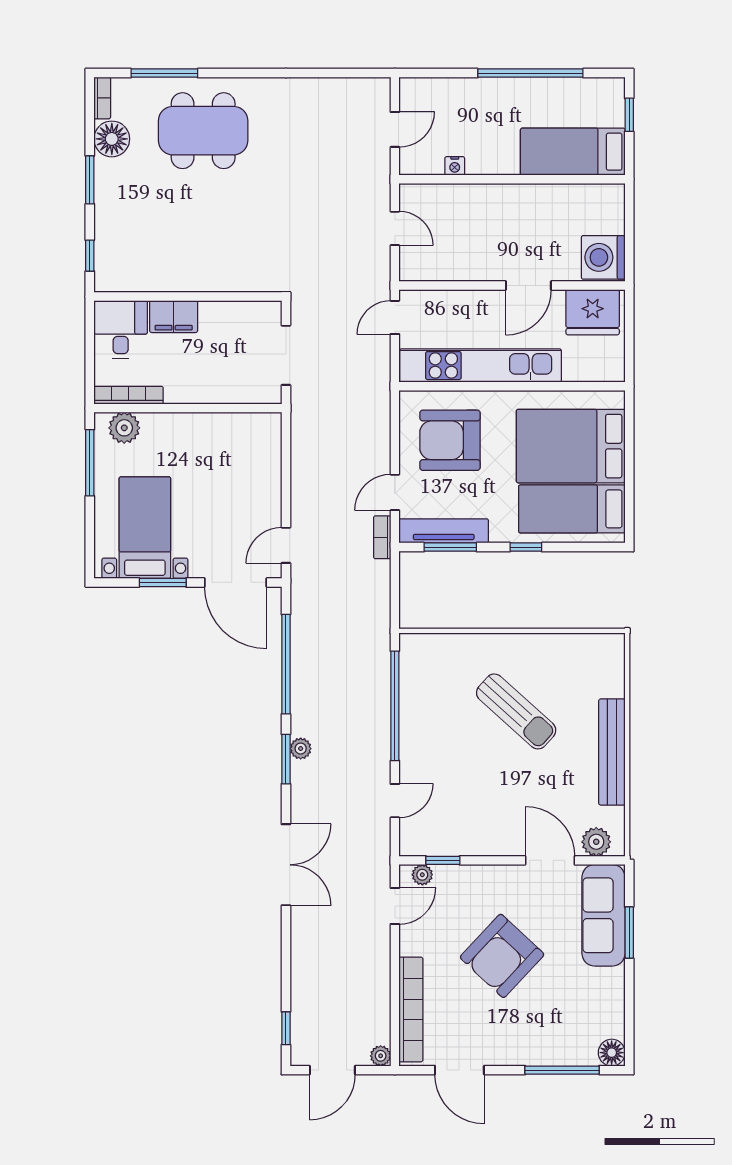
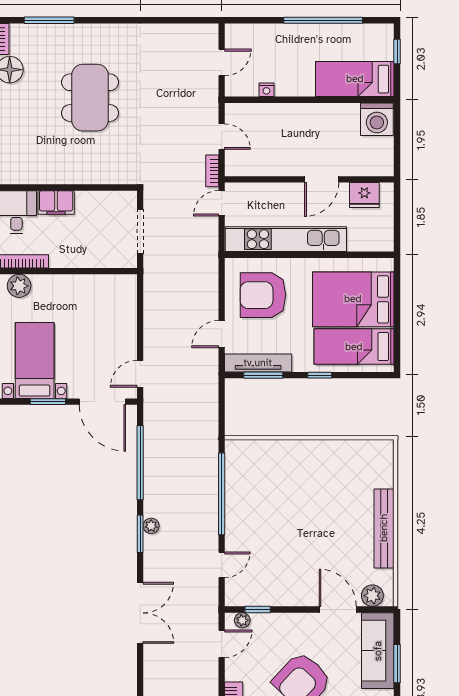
dining table: (203, 131) -> (90, 98), moved, turned 90
washing machine: (603, 257) -> (377, 119), moved, turned -90
fridge: (593, 312) -> (364, 195), width x0.73, depth x0.75
bookcase: (382, 537) -> (212, 171), moved
sun lounger: (516, 711) -> (312, 498), removed

